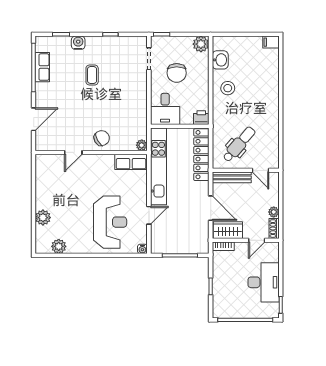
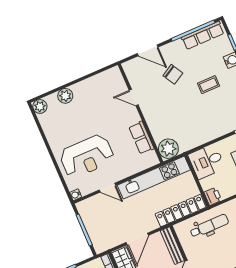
row of seats: (42, 67) -> (203, 35), width x1.48
chair: (102, 138) -> (173, 74), moved
dental chair: (239, 144) -> (209, 226), moved, turned -41
plant: (142, 145) -> (168, 149), width x1.88, depth x1.88
row of seats: (131, 162) -> (141, 138), moved
plant: (59, 246) -> (40, 106), moved

